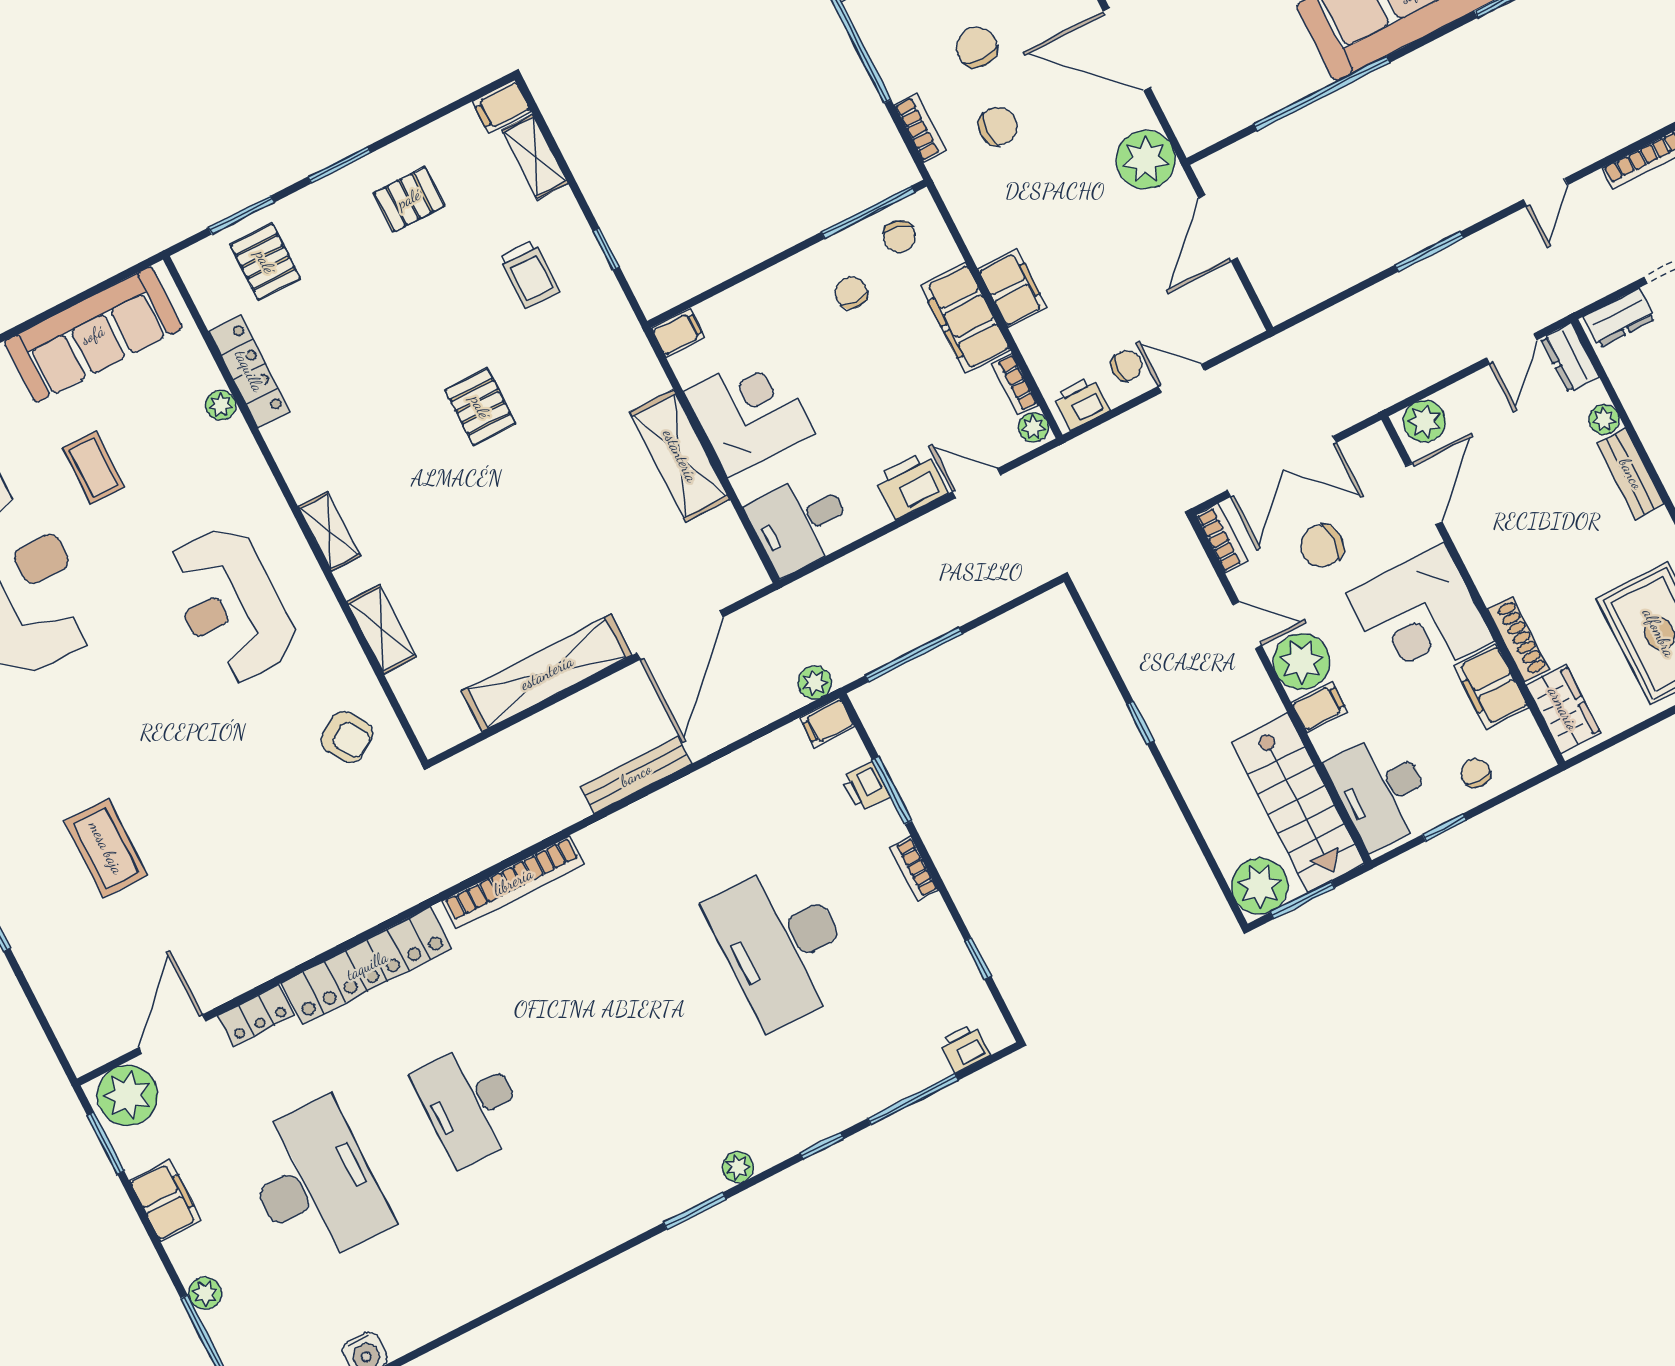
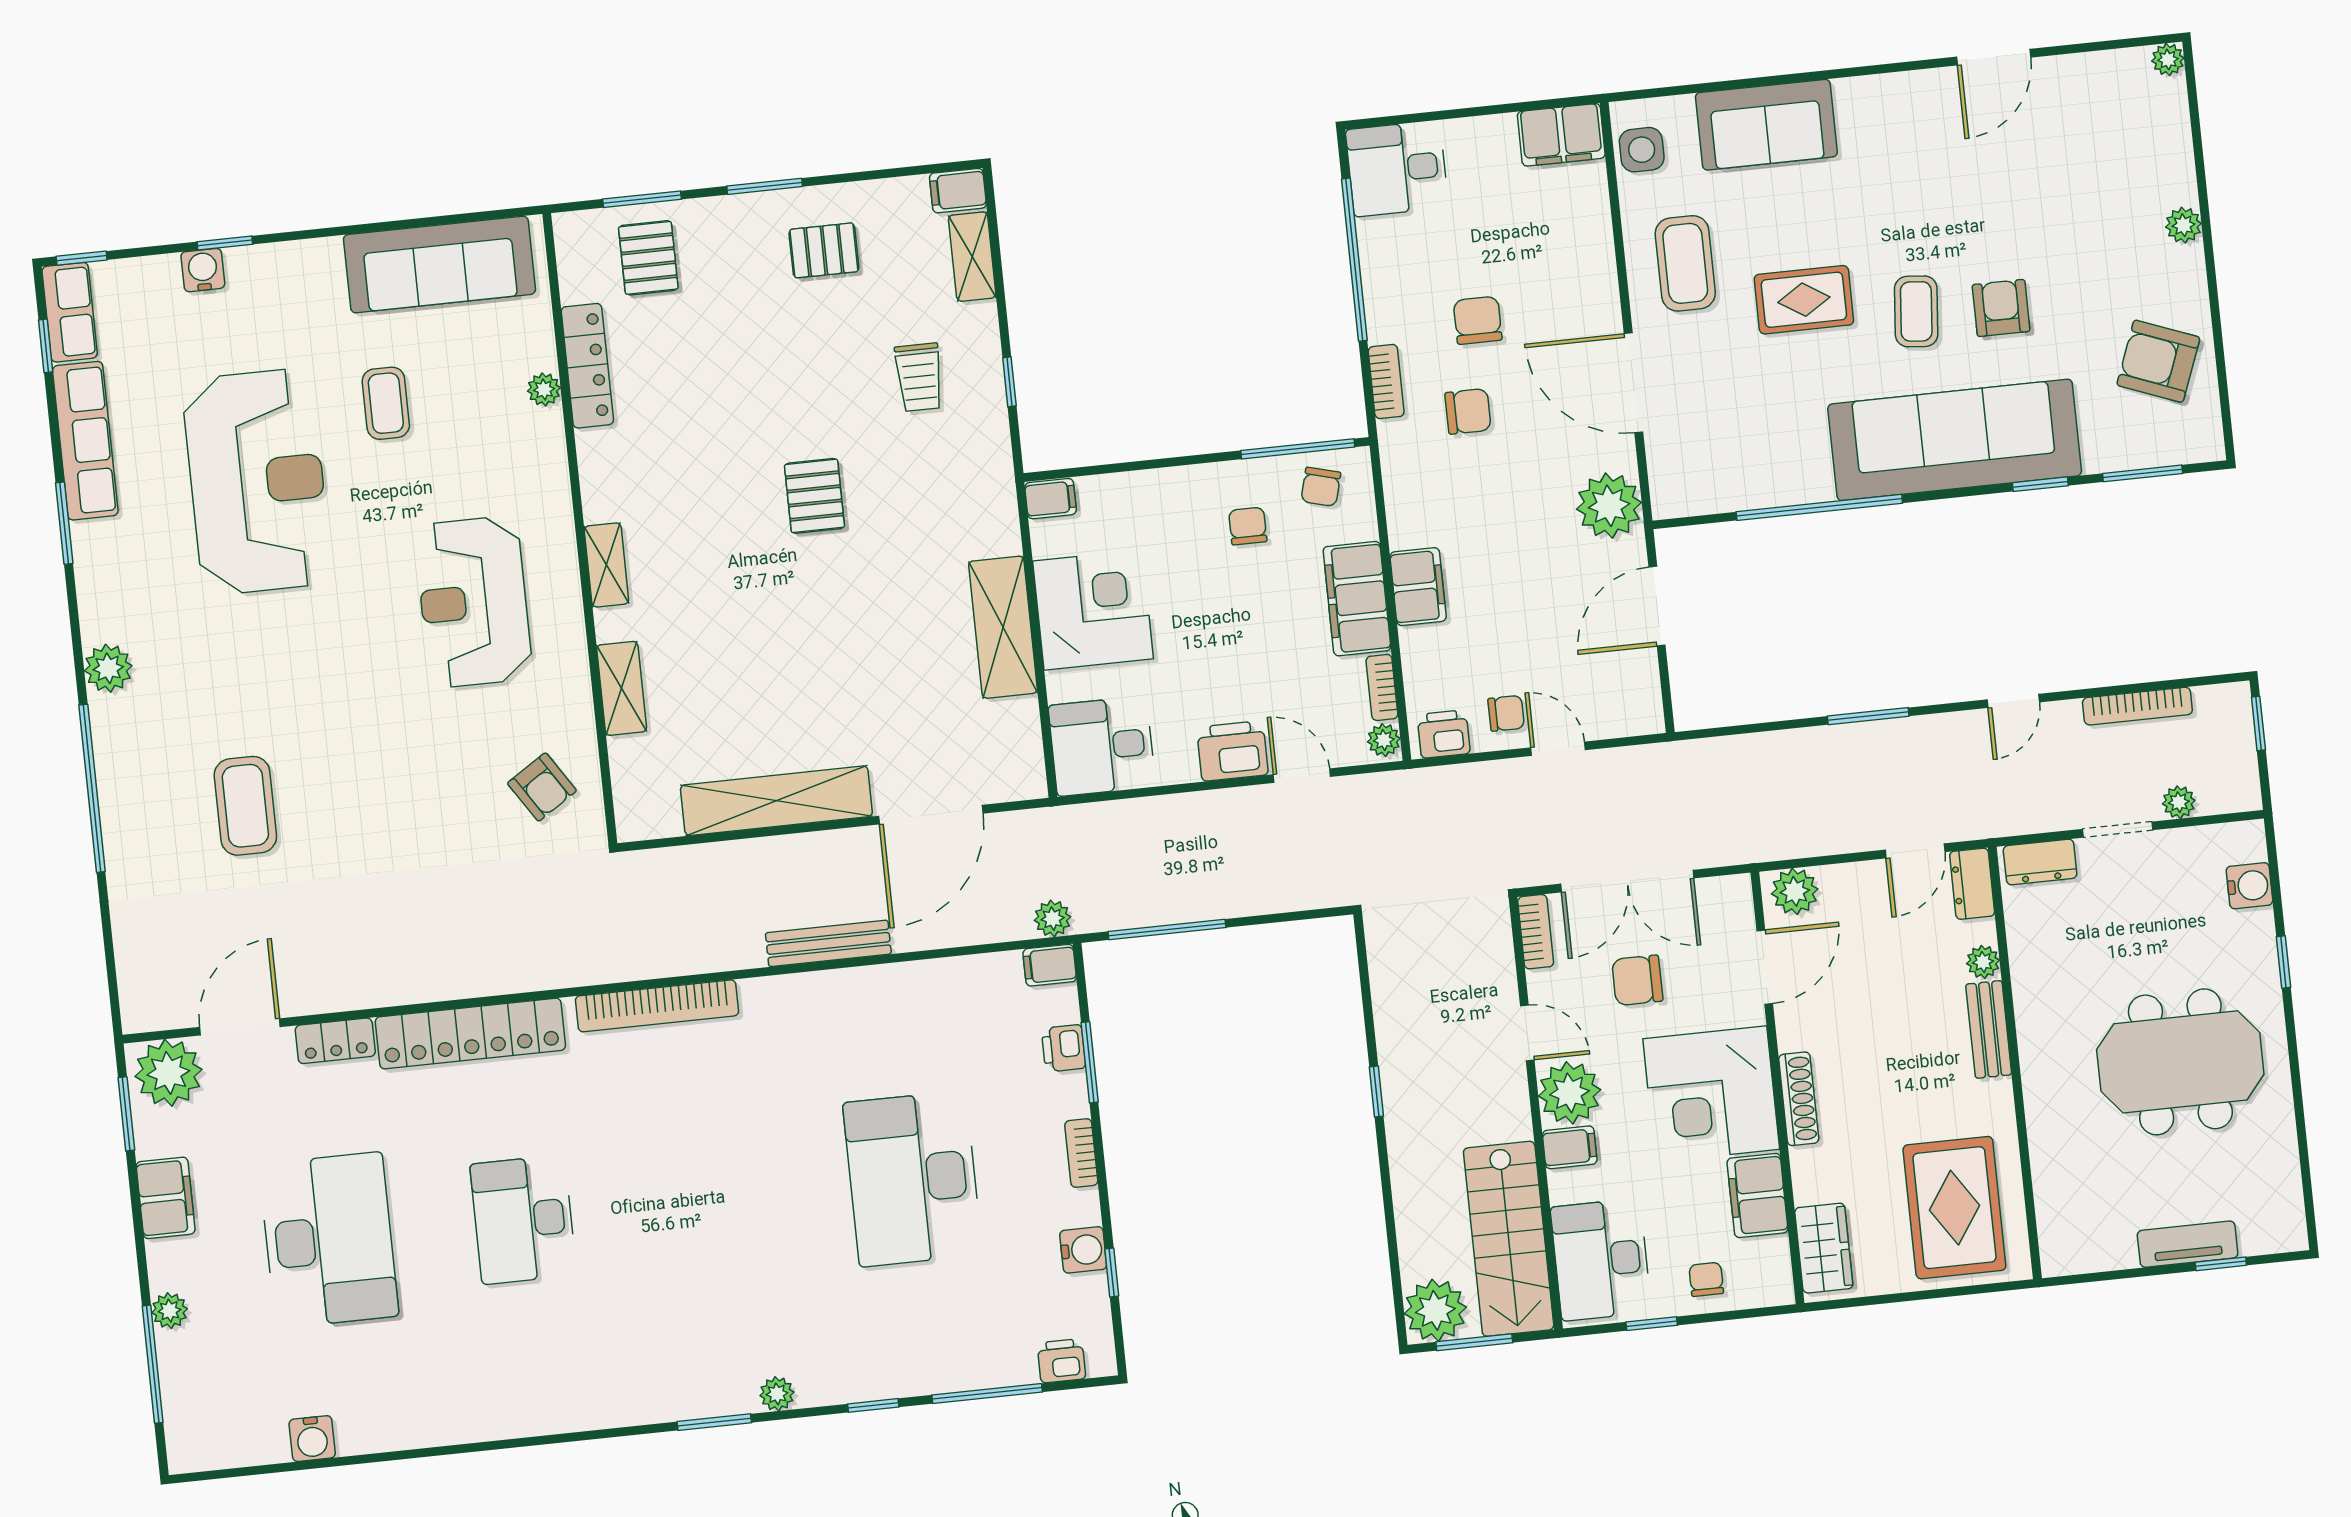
shoe rack: (1518, 639) -> (1799, 1099), moved
water cooler: (947, 949) -> (1083, 1250), added

